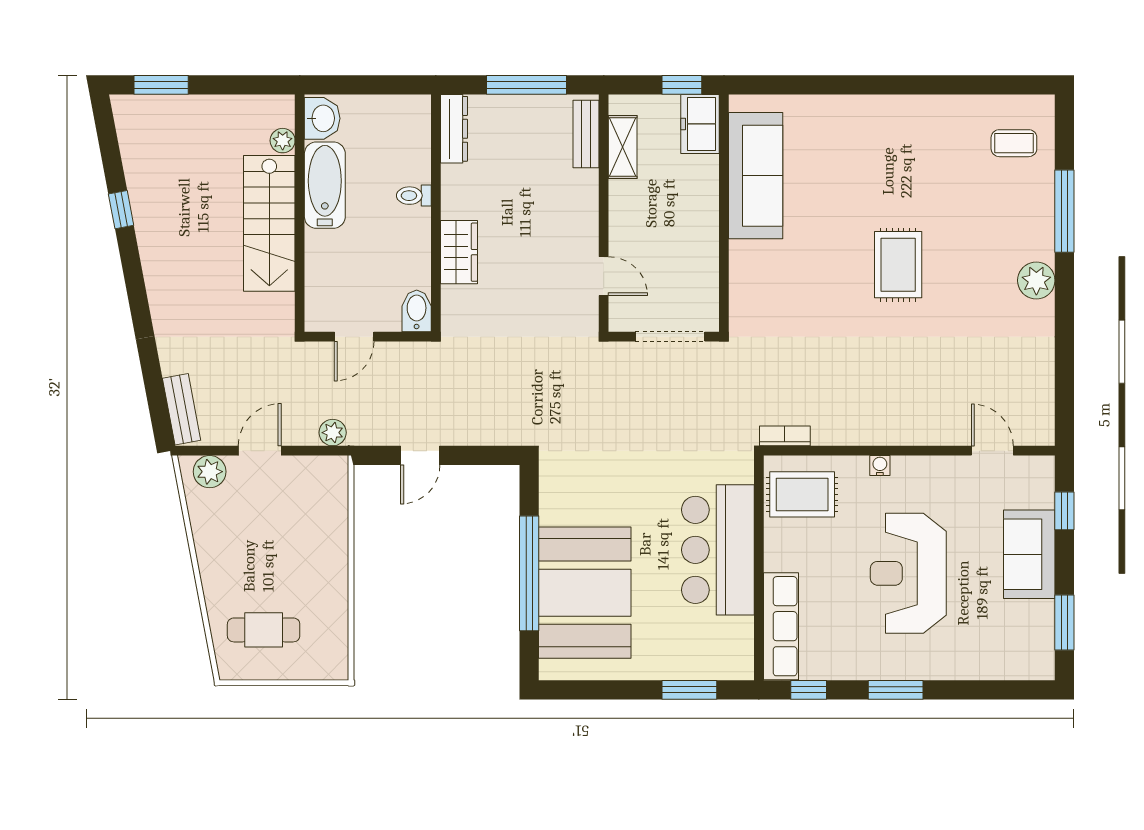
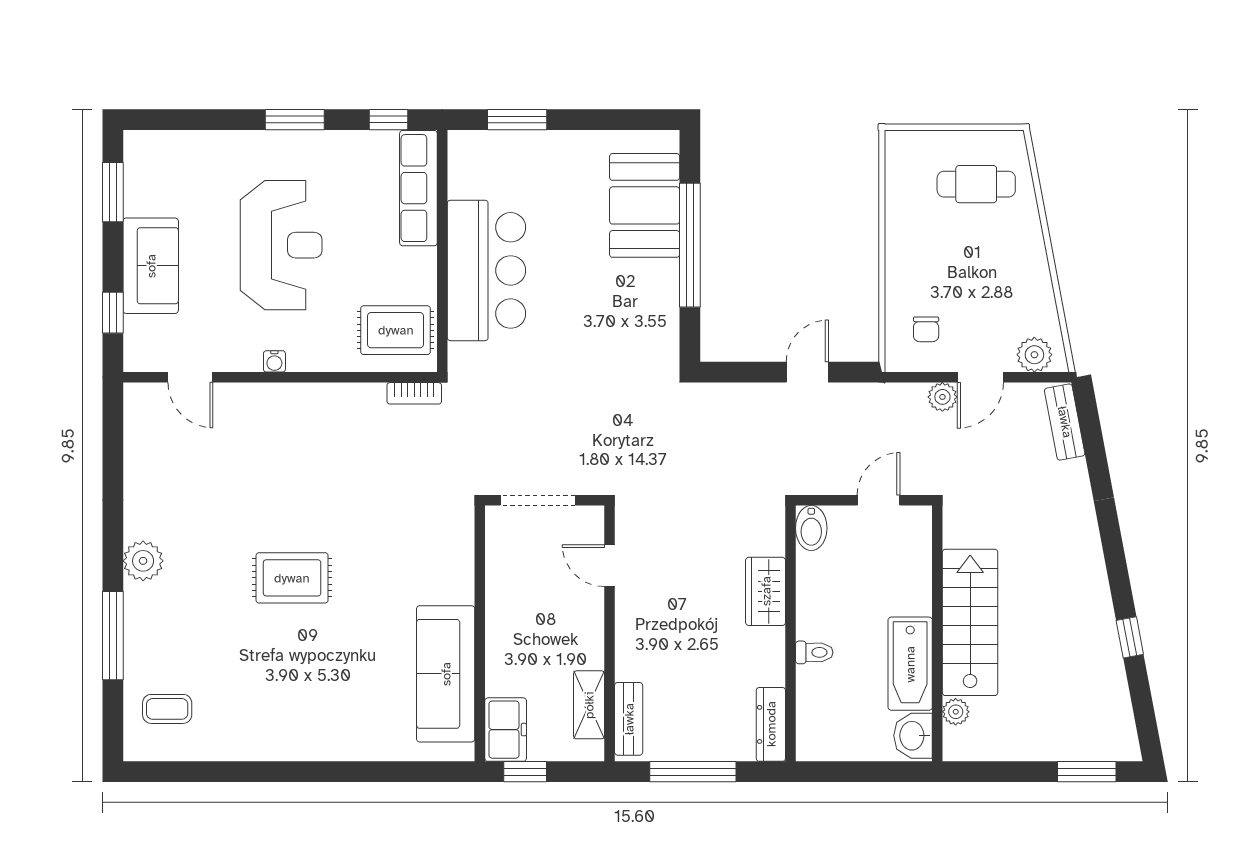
rug: (898, 265) -> (292, 578), turned 90
plant: (333, 433) -> (942, 397), moved
water cooler: (880, 466) -> (274, 361), moved
chair: (310, 495) -> (926, 329), added
booth: (585, 593) -> (645, 205), width x0.73, depth x0.70

